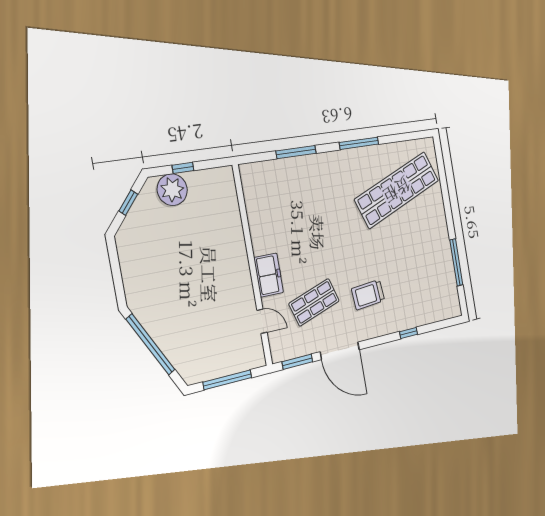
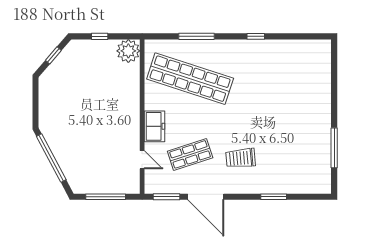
window: (359, 143) -> (256, 36), width x0.46
plant: (172, 190) -> (128, 51), moved
shop shelf: (397, 190) -> (190, 79), moved, turned 39
window: (409, 333) -> (274, 197), width x1.50

